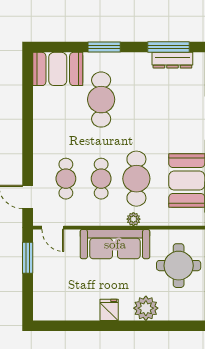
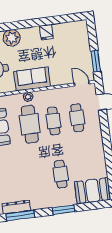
cafe table: (101, 100) -> (61, 174), width x0.73, depth x0.74
sofa: (115, 244) -> (32, 79), width x0.73
fridge: (109, 310) -> (46, 32), moved

